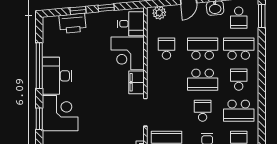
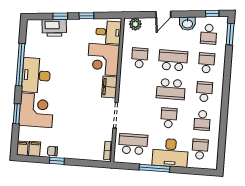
school desk: (239, 49) -> (207, 63), width x0.54
school desk: (239, 111) -> (202, 120), width x0.54

